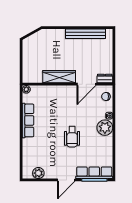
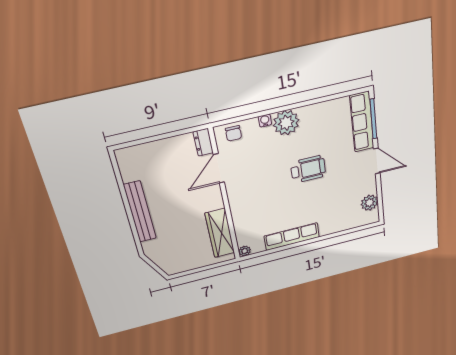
bench: (86, 34) -> (140, 212), moved
wardrobe: (59, 77) -> (220, 233), moved
door: (86, 84) -> (219, 168), swing flipped

